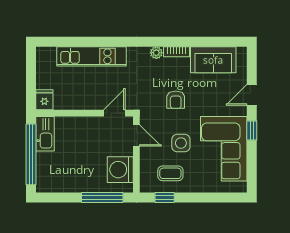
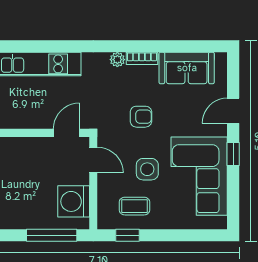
armchair: (176, 100) -> (141, 117), turned -90

